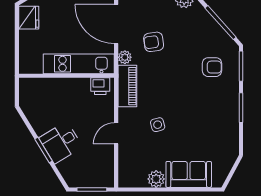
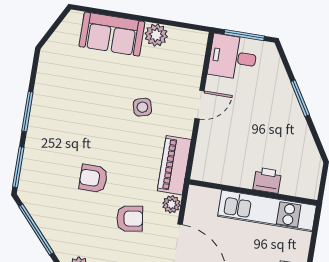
kitchen unit: (79, 64) -> (267, 211), moved
armchair: (212, 67) -> (93, 178), moved
printer: (100, 86) -> (267, 180), moved
desk: (61, 142) -> (233, 57), moved, turned -149

